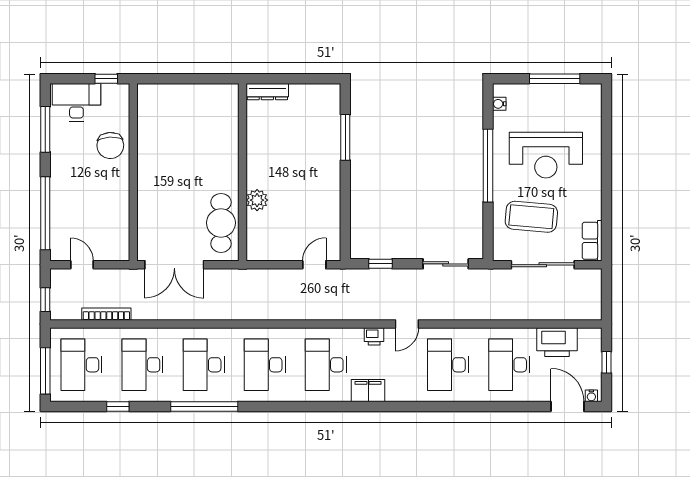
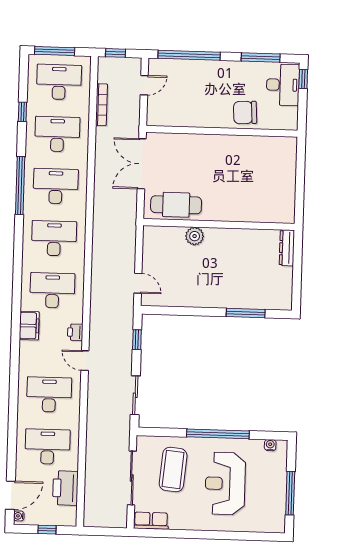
window: (106, 79) -> (303, 79), moved

